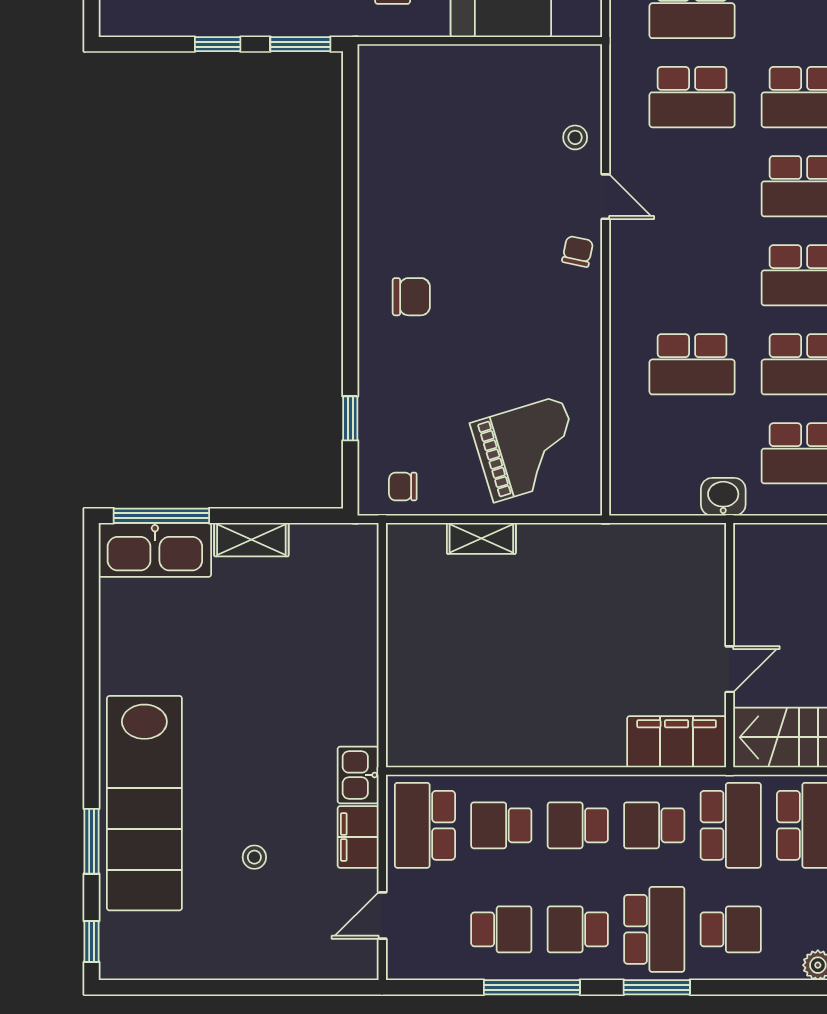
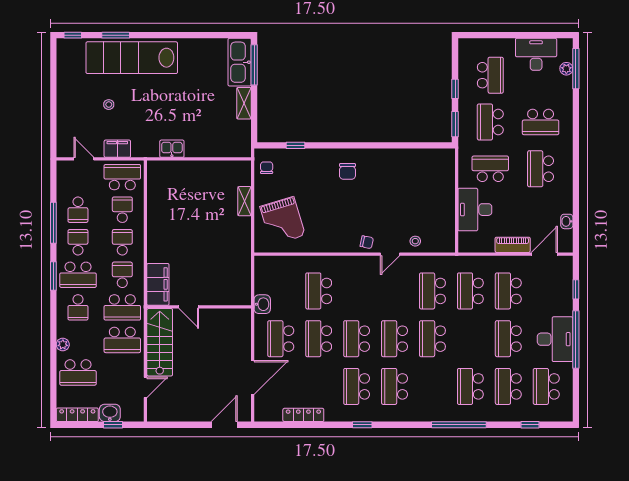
kitchen sink: (358, 775) -> (172, 149), moved

